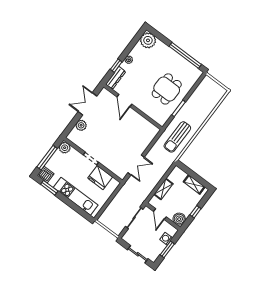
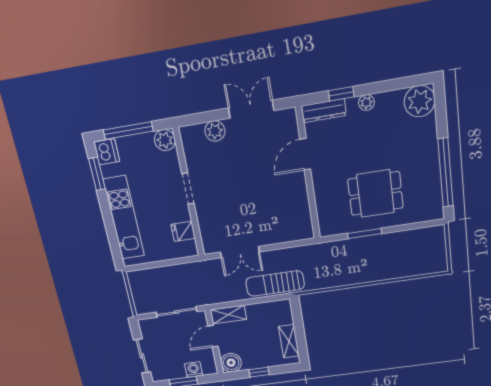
sun lounger: (177, 137) -> (275, 283), moved
fridge: (100, 178) -> (183, 231), width x0.53, depth x0.75
shelving: (163, 189) -> (228, 315), moved

